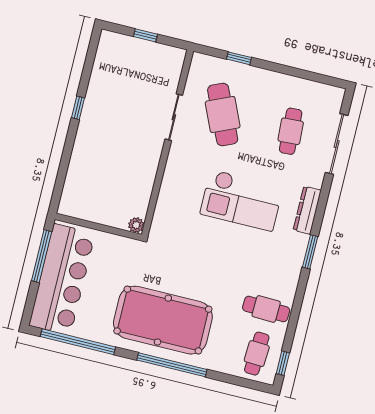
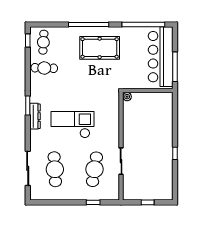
cafe table: (223, 114) -> (94, 169), turned 33
cafe table: (291, 131) -> (55, 169), width x1.37, depth x1.35
dresser: (307, 210) -> (35, 116), moved
pool table: (163, 320) -> (100, 48), width x0.73, depth x0.76

